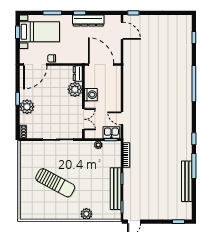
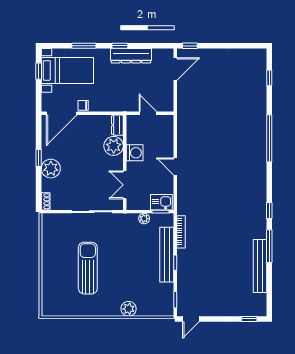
door: (122, 31) -> (175, 69), hinge flipped
door: (101, 65) -> (148, 113), width x0.53
door: (122, 118) -> (175, 167), moved
double door: (83, 119) -> (125, 185), swing flipped
sun lounger: (55, 183) -> (88, 268), turned -118
bench: (116, 189) -> (167, 255), moved

